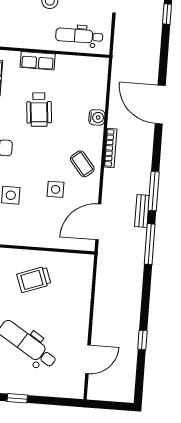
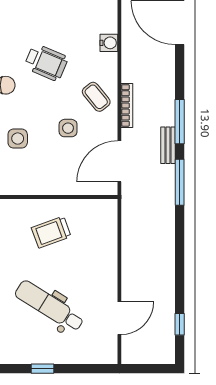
wheelchair: (39, 110) -> (46, 62), moved, turned -62
bookcase: (110, 148) -> (127, 105), moved
window: (142, 340) -> (180, 324), moved

